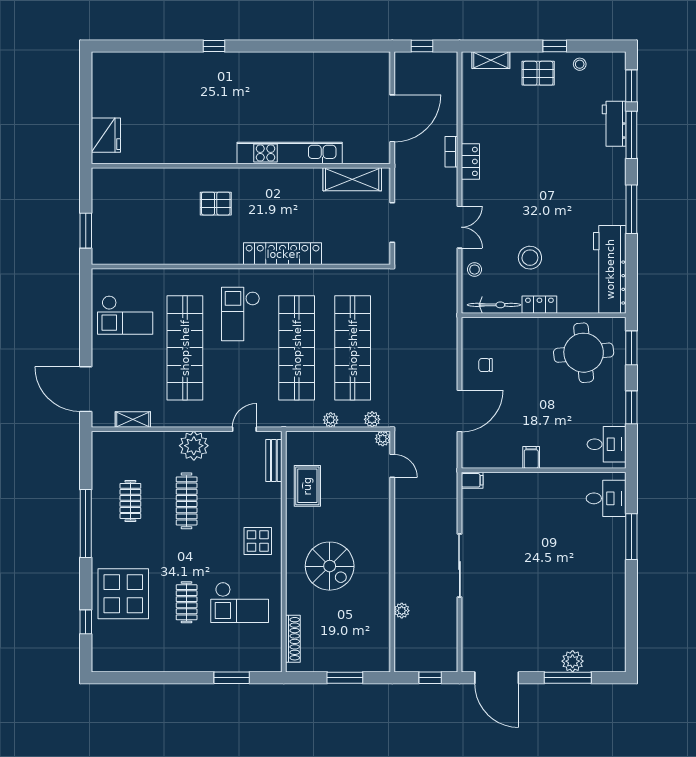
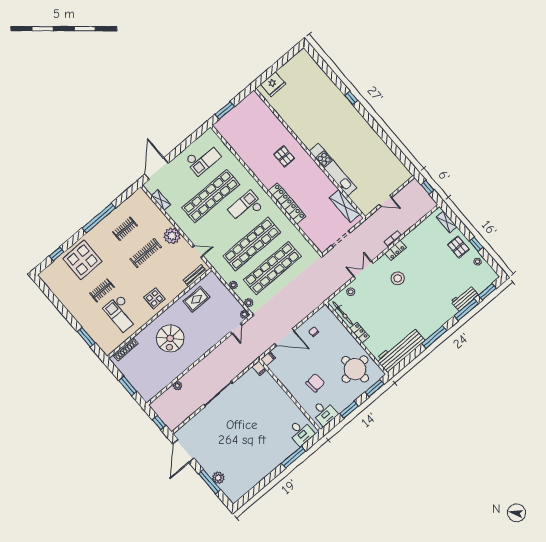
door: (392, 118) -> (385, 201), width x0.53
double door: (459, 227) -> (363, 270), swing flipped
stool: (530, 258) -> (398, 278), moved
checkout: (125, 315) -> (203, 158), turned -90
chair: (556, 422) -> (315, 383), added
filing cabinet: (531, 457) -> (268, 359), moved

